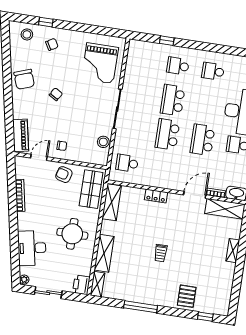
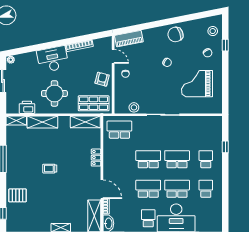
grand piano: (100, 63) -> (197, 84), moved
school desk: (208, 105) -> (177, 189), added
school desk: (127, 163) -> (119, 130), width x1.85
desk: (32, 248) -> (53, 59), moved
printer: (81, 285) -> (27, 107), moved

